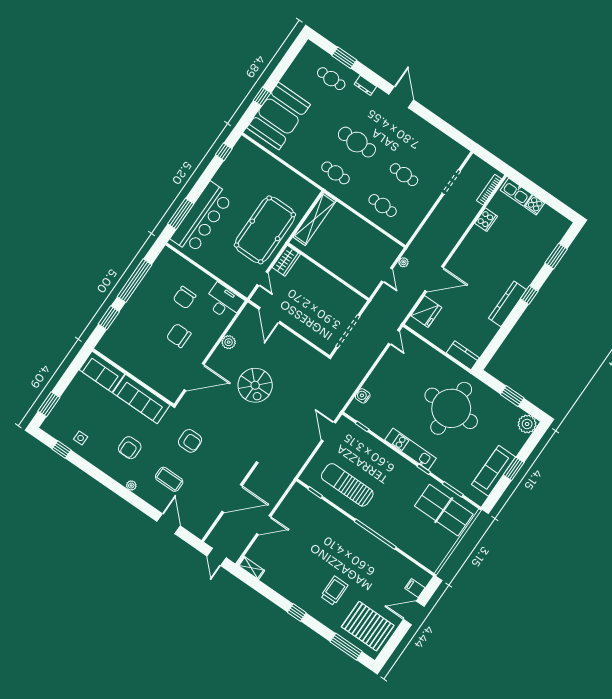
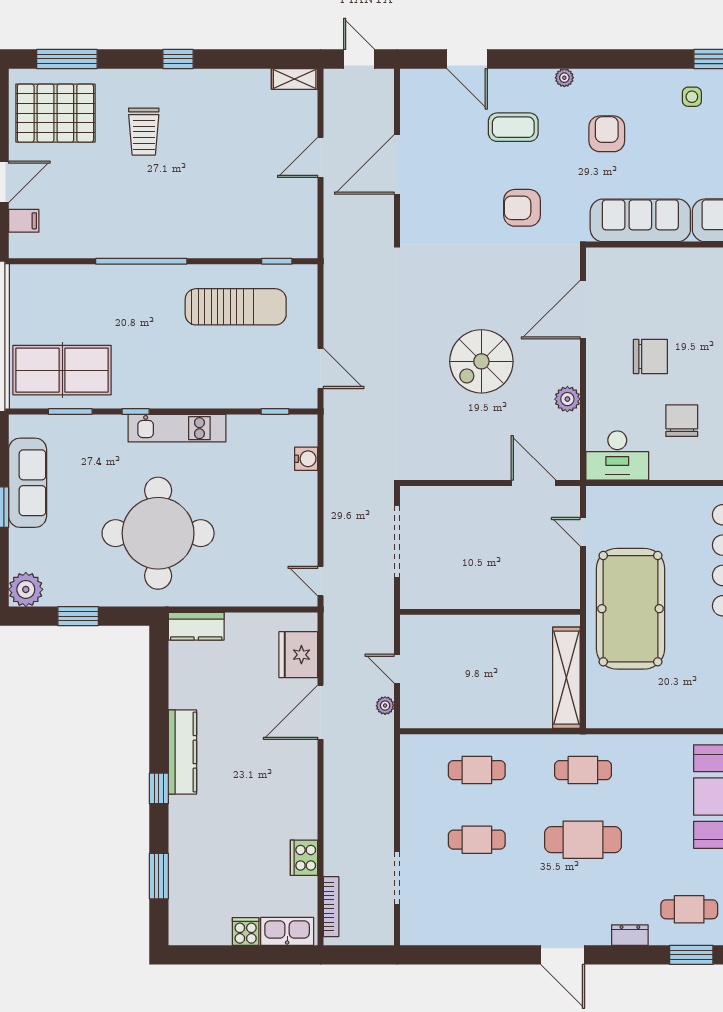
wardrobe: (286, 261) -> (566, 584), removed
spiral stairs: (255, 385) -> (481, 361), turned -90

